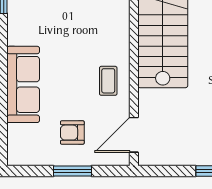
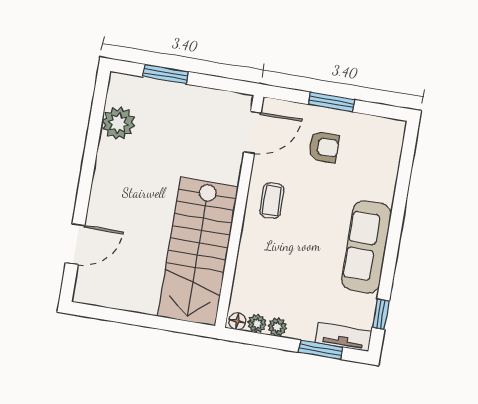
sofa: (23, 84) -> (366, 247), moved

